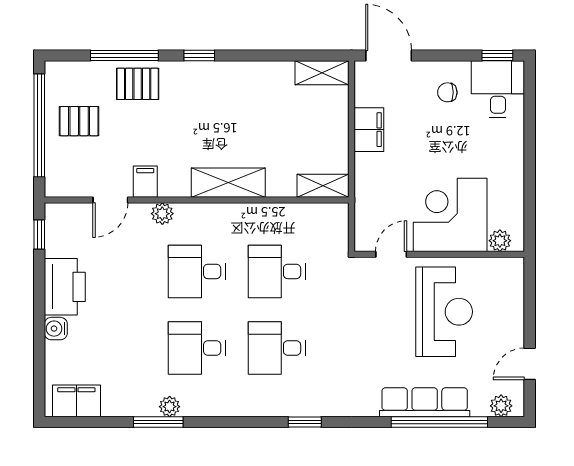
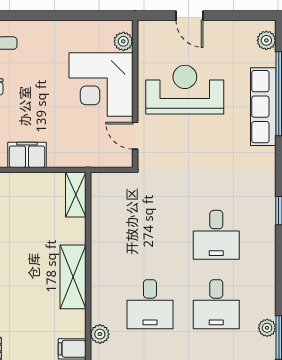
desk: (277, 271) -> (150, 235), removed
door: (530, 364) -> (190, 16), moved

